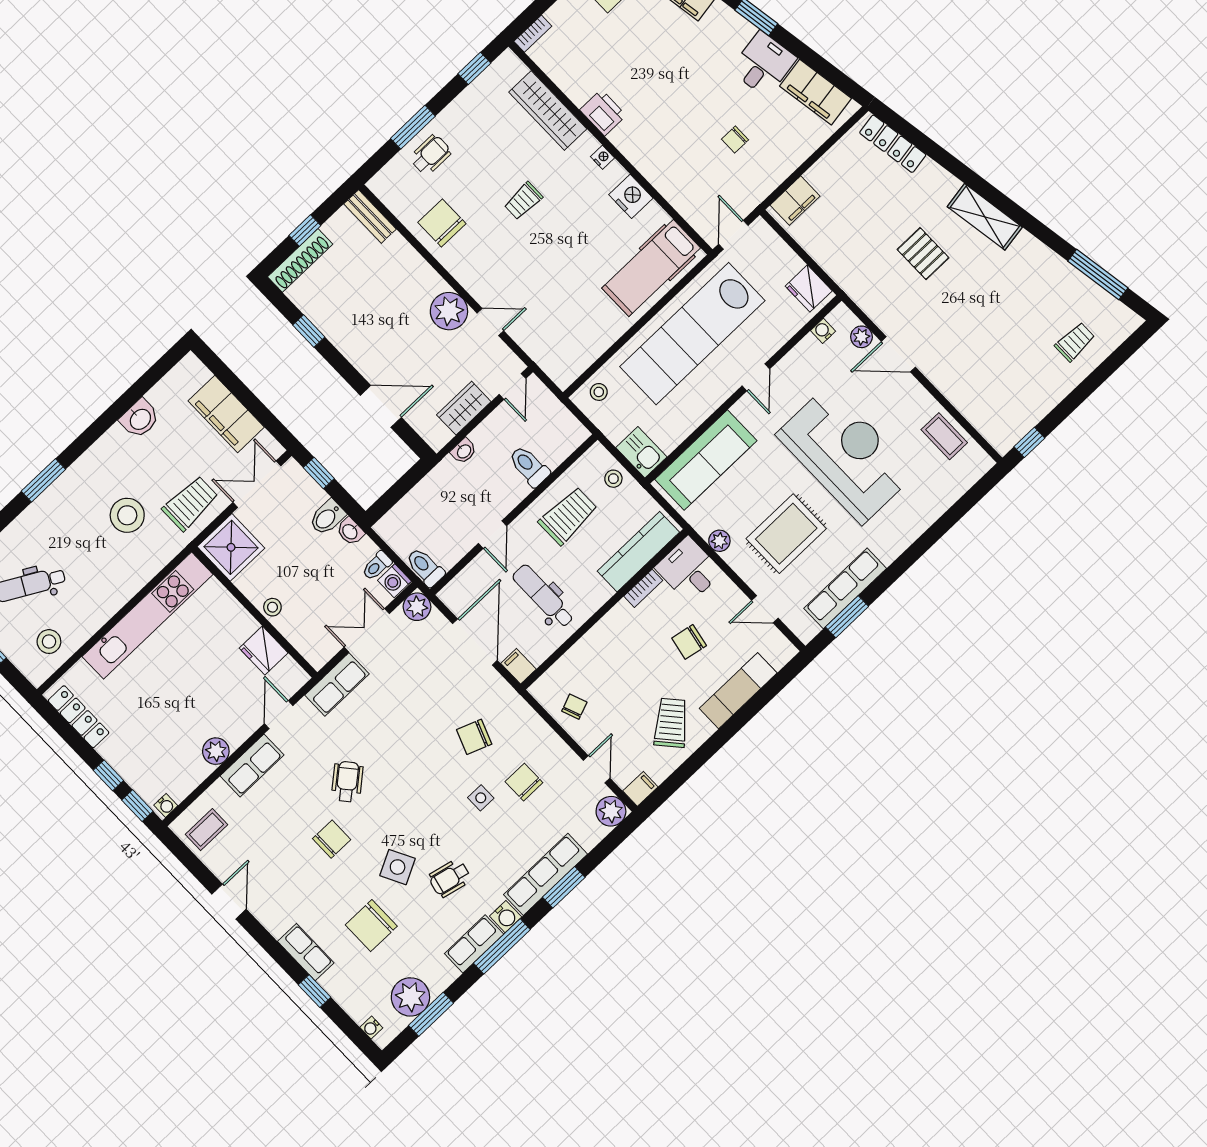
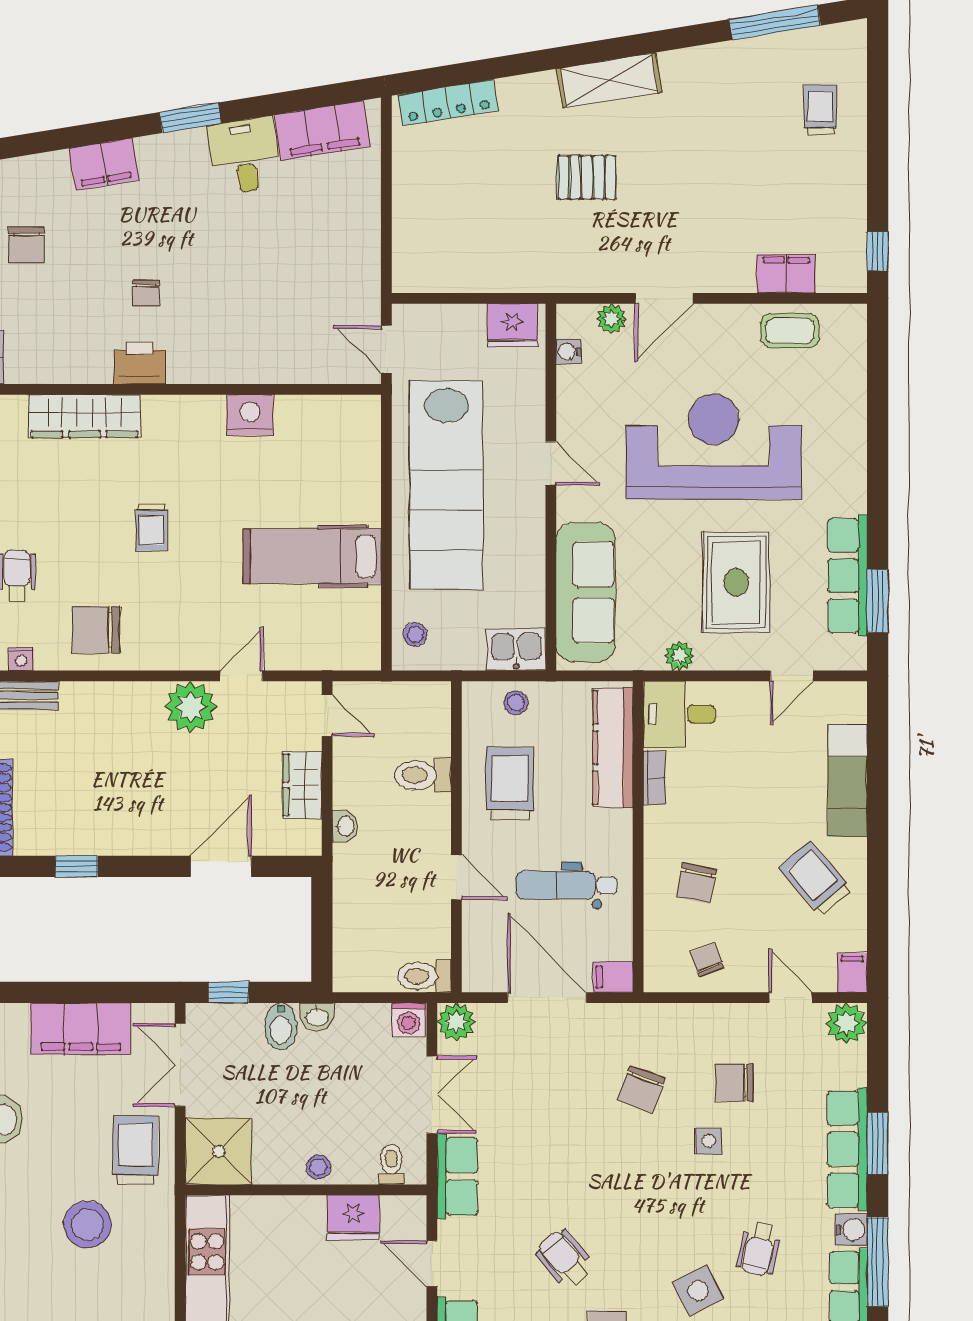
chair: (735, 140) -> (146, 294), moved
nightstand: (603, 157) -> (21, 659), moved, turned 180
filing cabinet: (795, 201) -> (786, 274), moved, turned -90
hospital bed: (651, 268) -> (312, 556), moved, turned 90
toilet: (377, 566) -> (391, 1164), moved, turned 180
double door: (367, 630) -> (432, 1095), swing flipped
chair: (689, 642) -> (696, 883), moved

